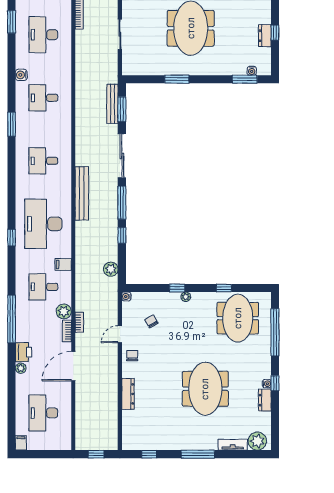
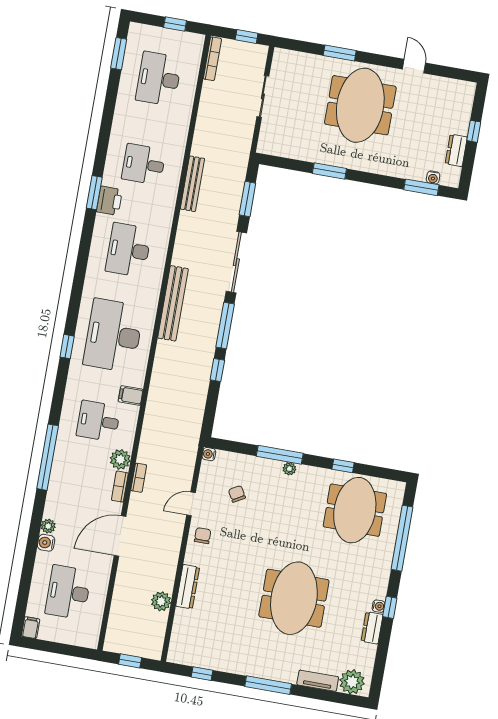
dresser: (265, 36) -> (456, 150), moved
water cooler: (21, 75) -> (46, 543), moved
bench: (112, 104) -> (192, 184), moved
desk: (43, 161) -> (129, 250), width x1.37
plant: (111, 269) -> (161, 601), moved
window: (177, 288) -> (280, 455), width x2.17
printer: (23, 352) -> (109, 201), moved

